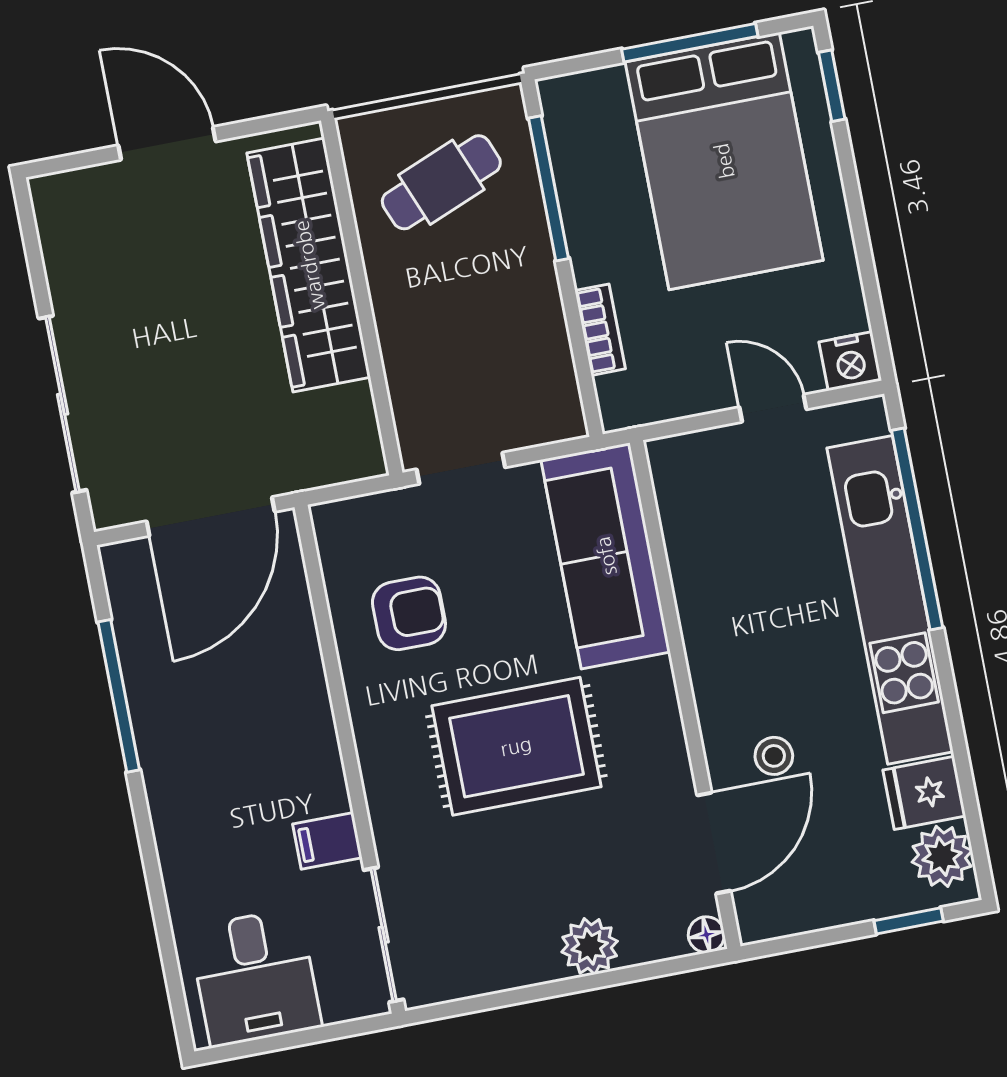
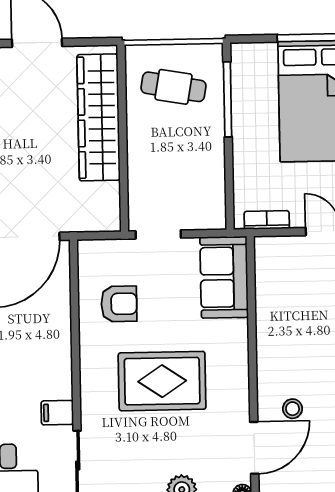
cafe table: (441, 182) -> (173, 87), turned 32
bookcase: (600, 330) -> (267, 220), moved, turned -90
sofa: (606, 556) -> (224, 277), width x0.73

